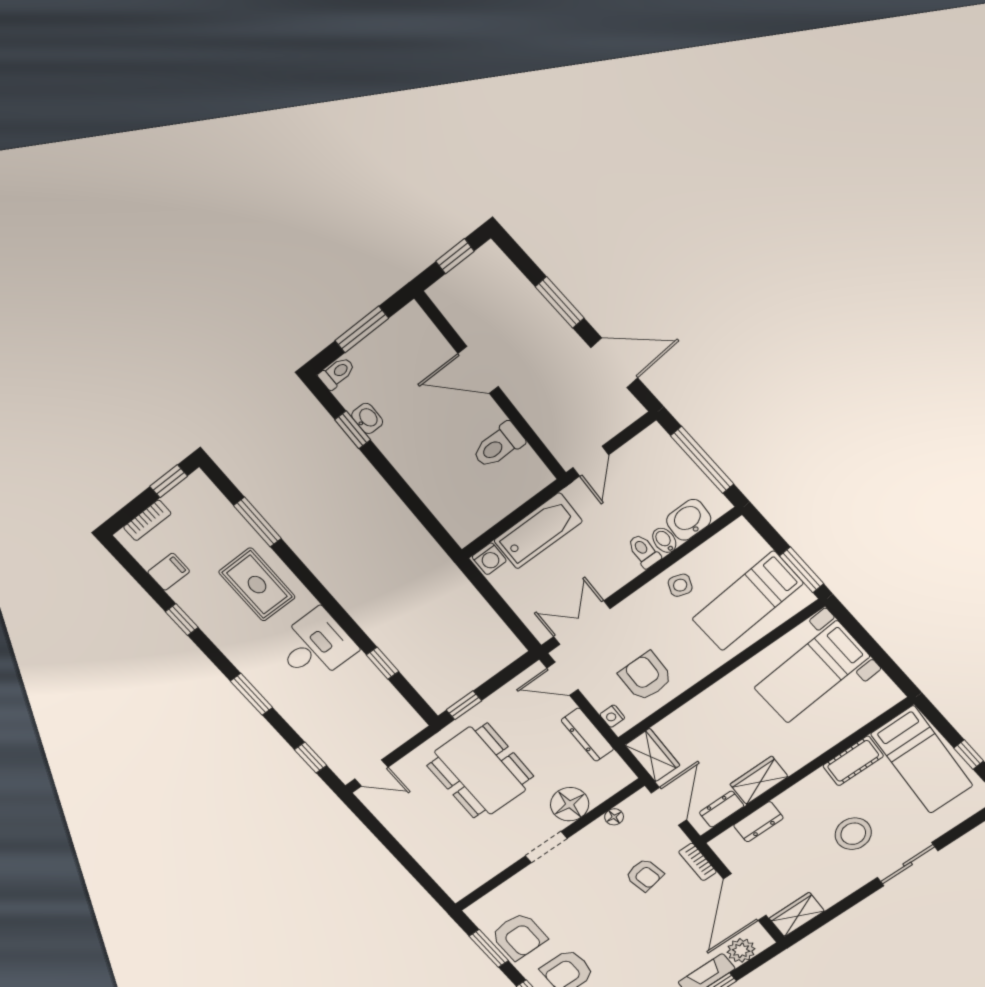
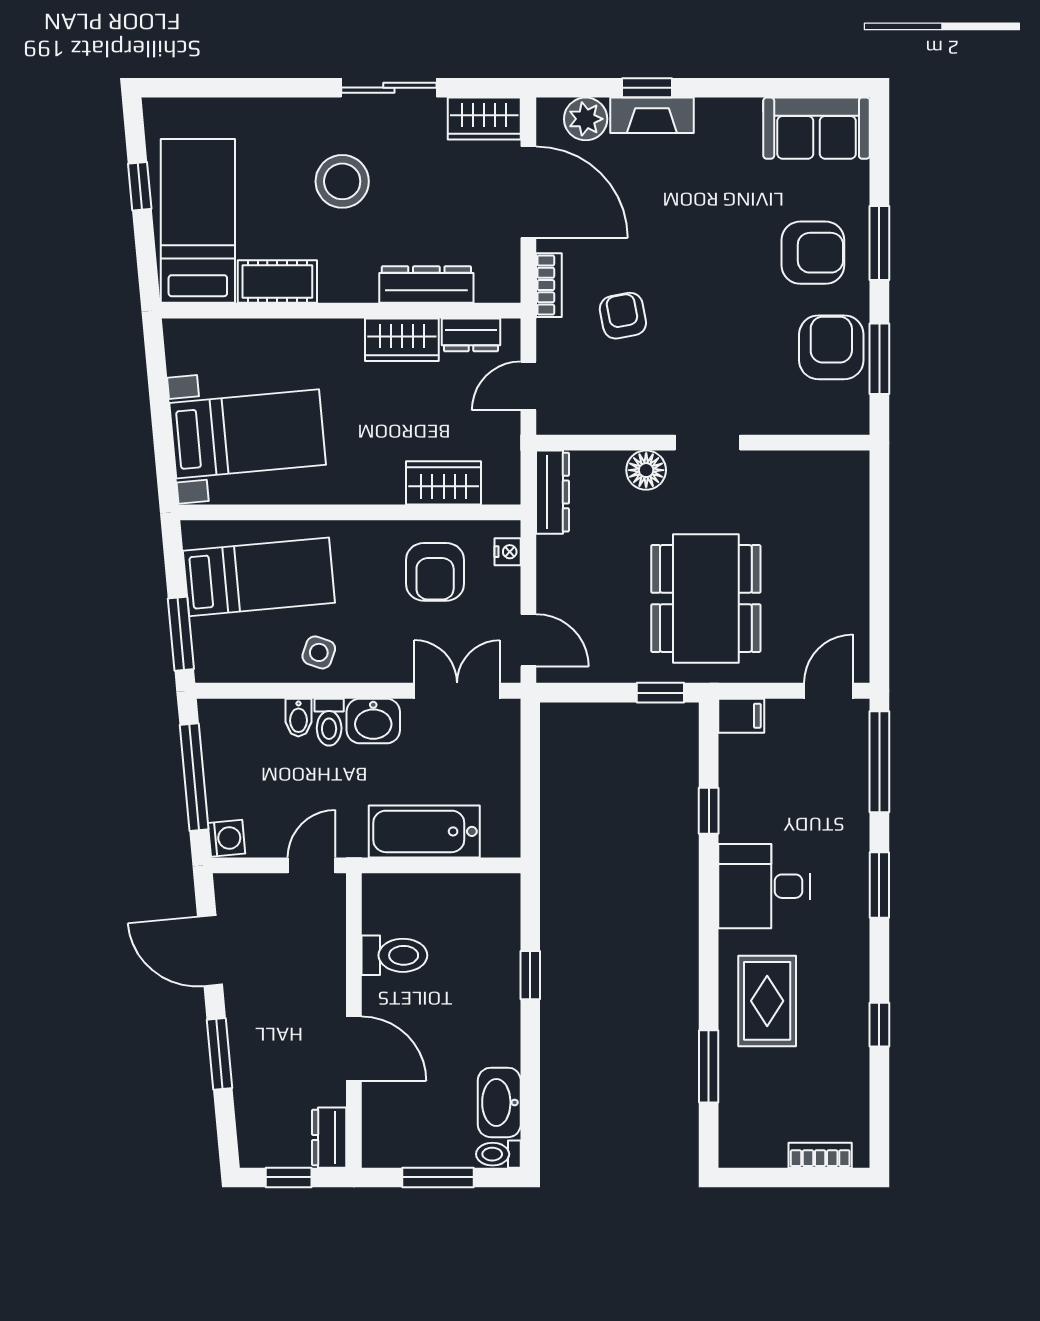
dresser: (450, 302) -> (329, 1138), added
washbasin: (367, 418) -> (499, 1102), width x1.91, depth x1.45
window: (353, 430) -> (530, 975), moved
window: (169, 481) -> (762, 1177), removed
washbasin: (689, 520) -> (373, 721), moved
washing machine: (489, 559) -> (227, 838), moved, turned 85
window: (802, 570) -> (181, 634), moved
filing cabinet: (169, 572) -> (741, 716), moved, turned 180
double door: (582, 623) -> (457, 691), swing flipped
dresser: (587, 735) -> (552, 492), moved
wardrobe: (653, 755) -> (444, 483), moved, turned 90
window: (311, 757) -> (879, 762), width x2.17
door: (371, 773) -> (828, 691), hinge flipped
floor lamp: (570, 804) -> (646, 470), width x0.73, depth x0.73
door: (669, 806) -> (528, 386), width x0.73
floor lamp: (614, 817) -> (601, 421), removed
dresser: (758, 822) -> (426, 285), width x1.44
sliding door: (908, 864) -> (389, 88), moved
door: (745, 897) -> (528, 192), hinge flipped

